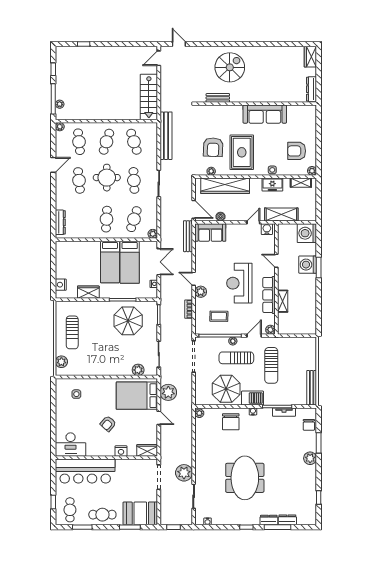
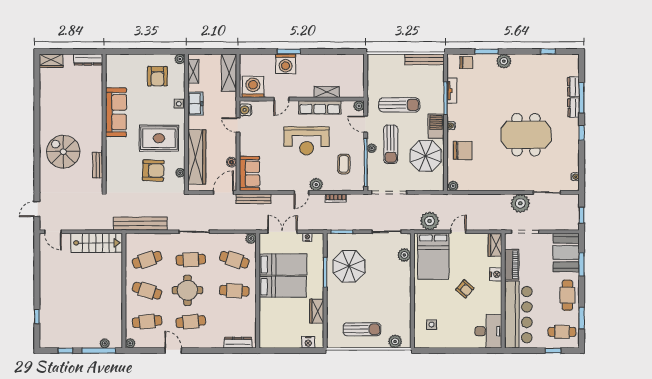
shelving: (281, 214) -> (229, 73), moved
washing machine: (307, 233) -> (253, 87), moved, turned 180
piano: (130, 465) -> (512, 265), added

